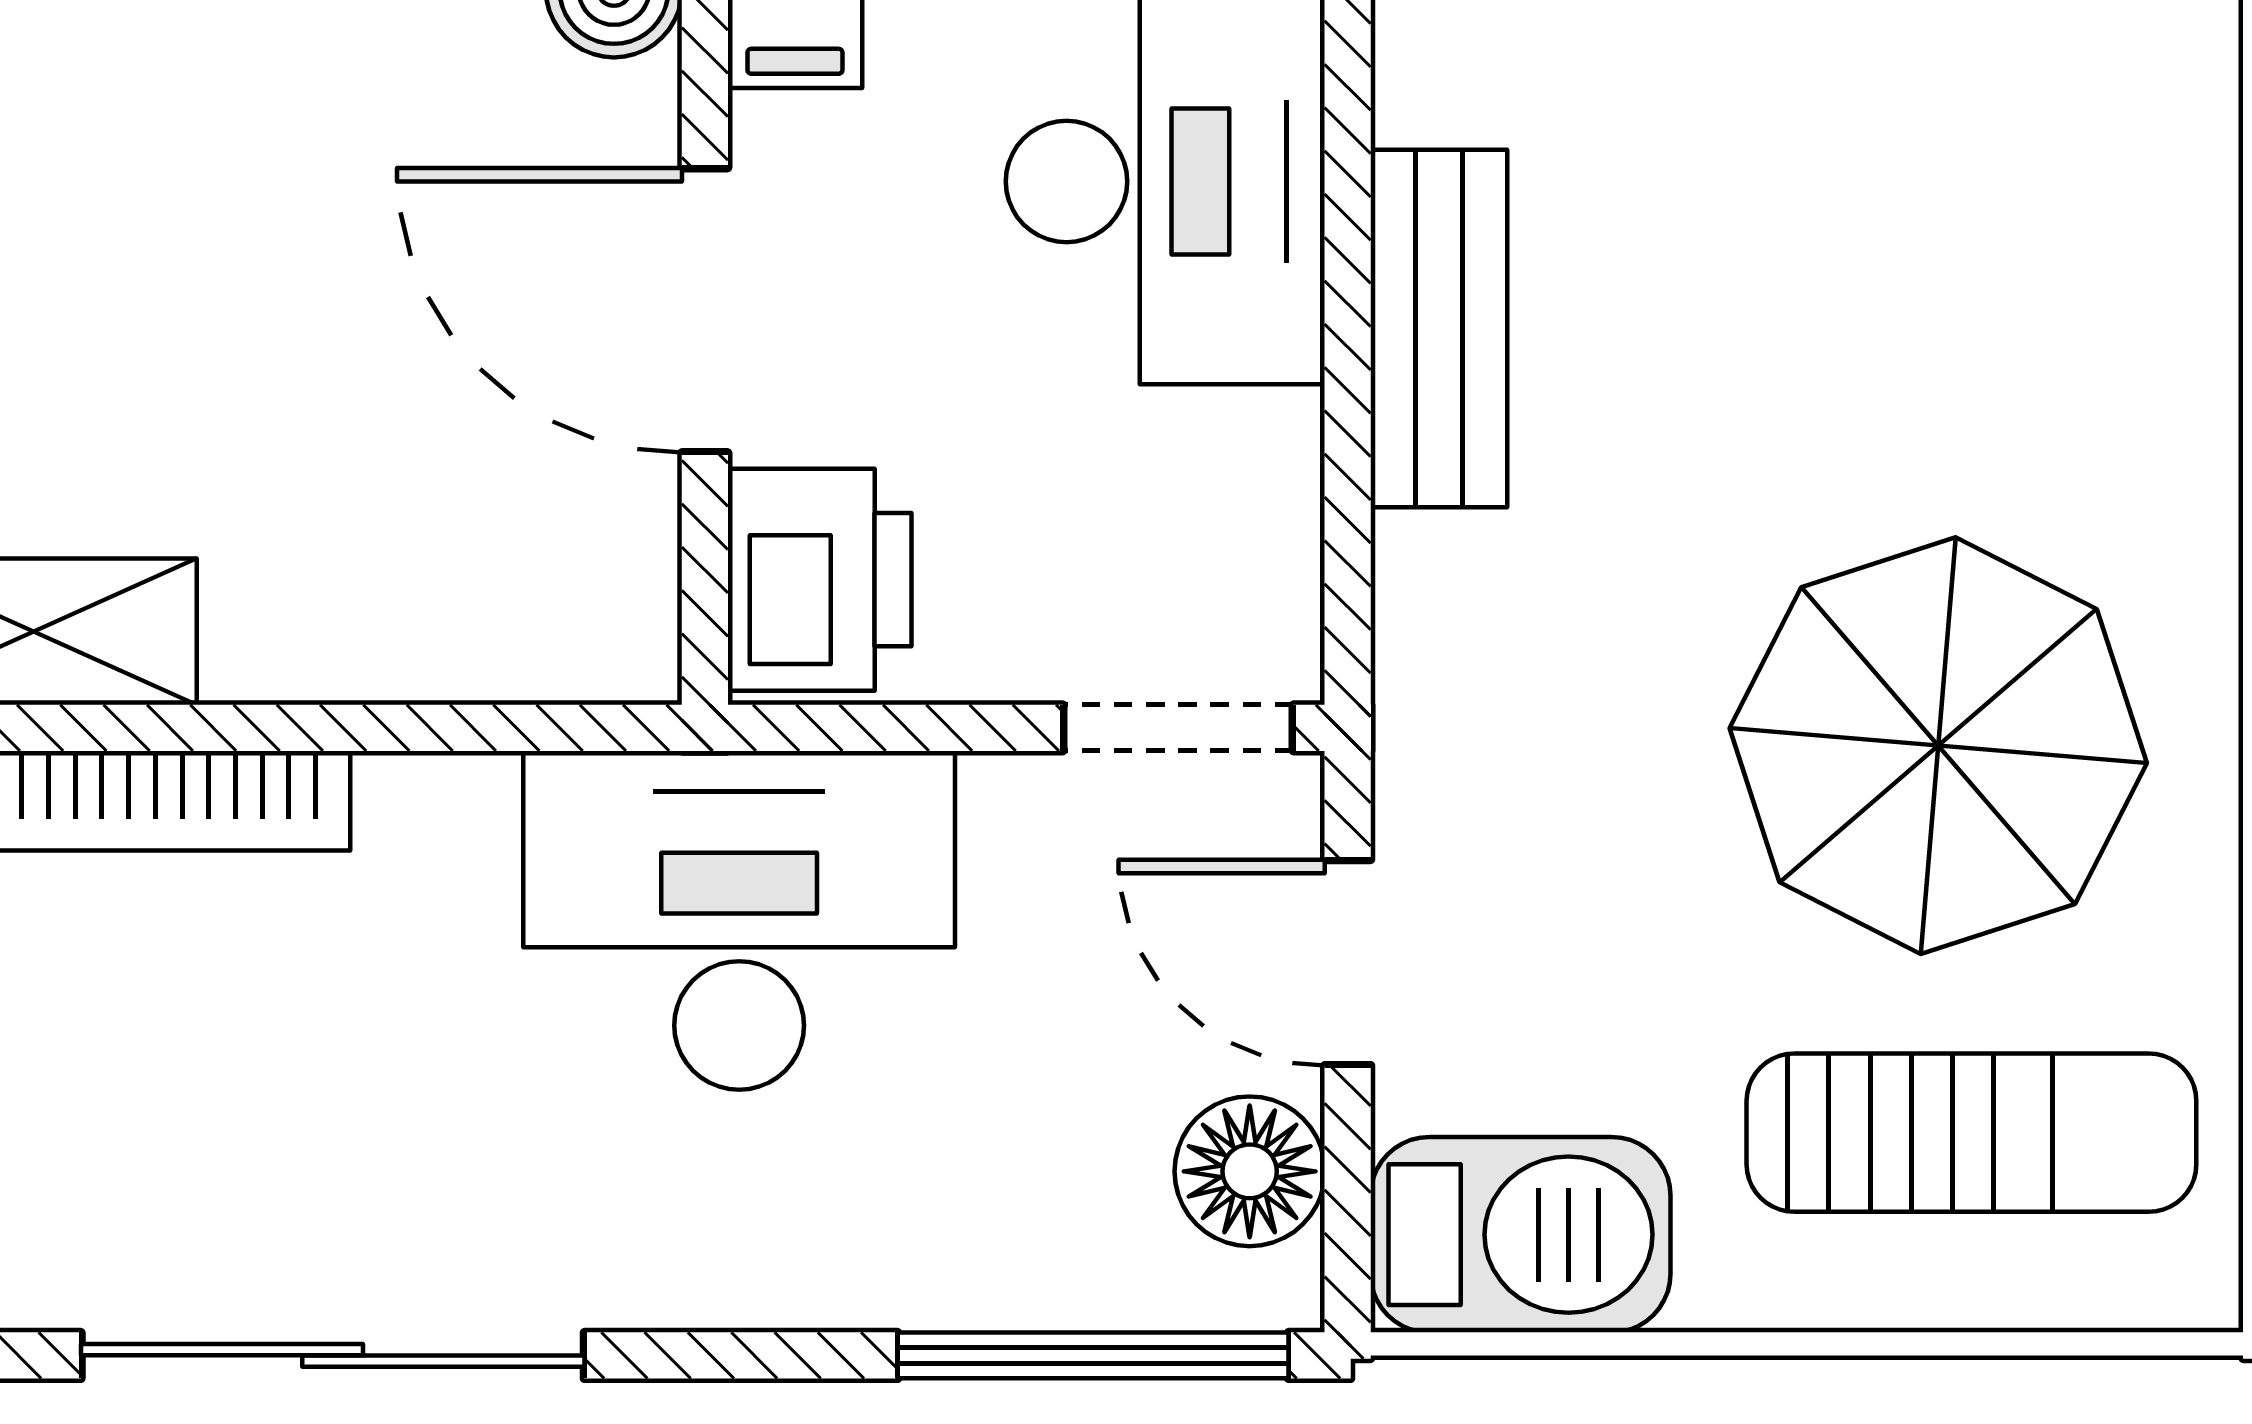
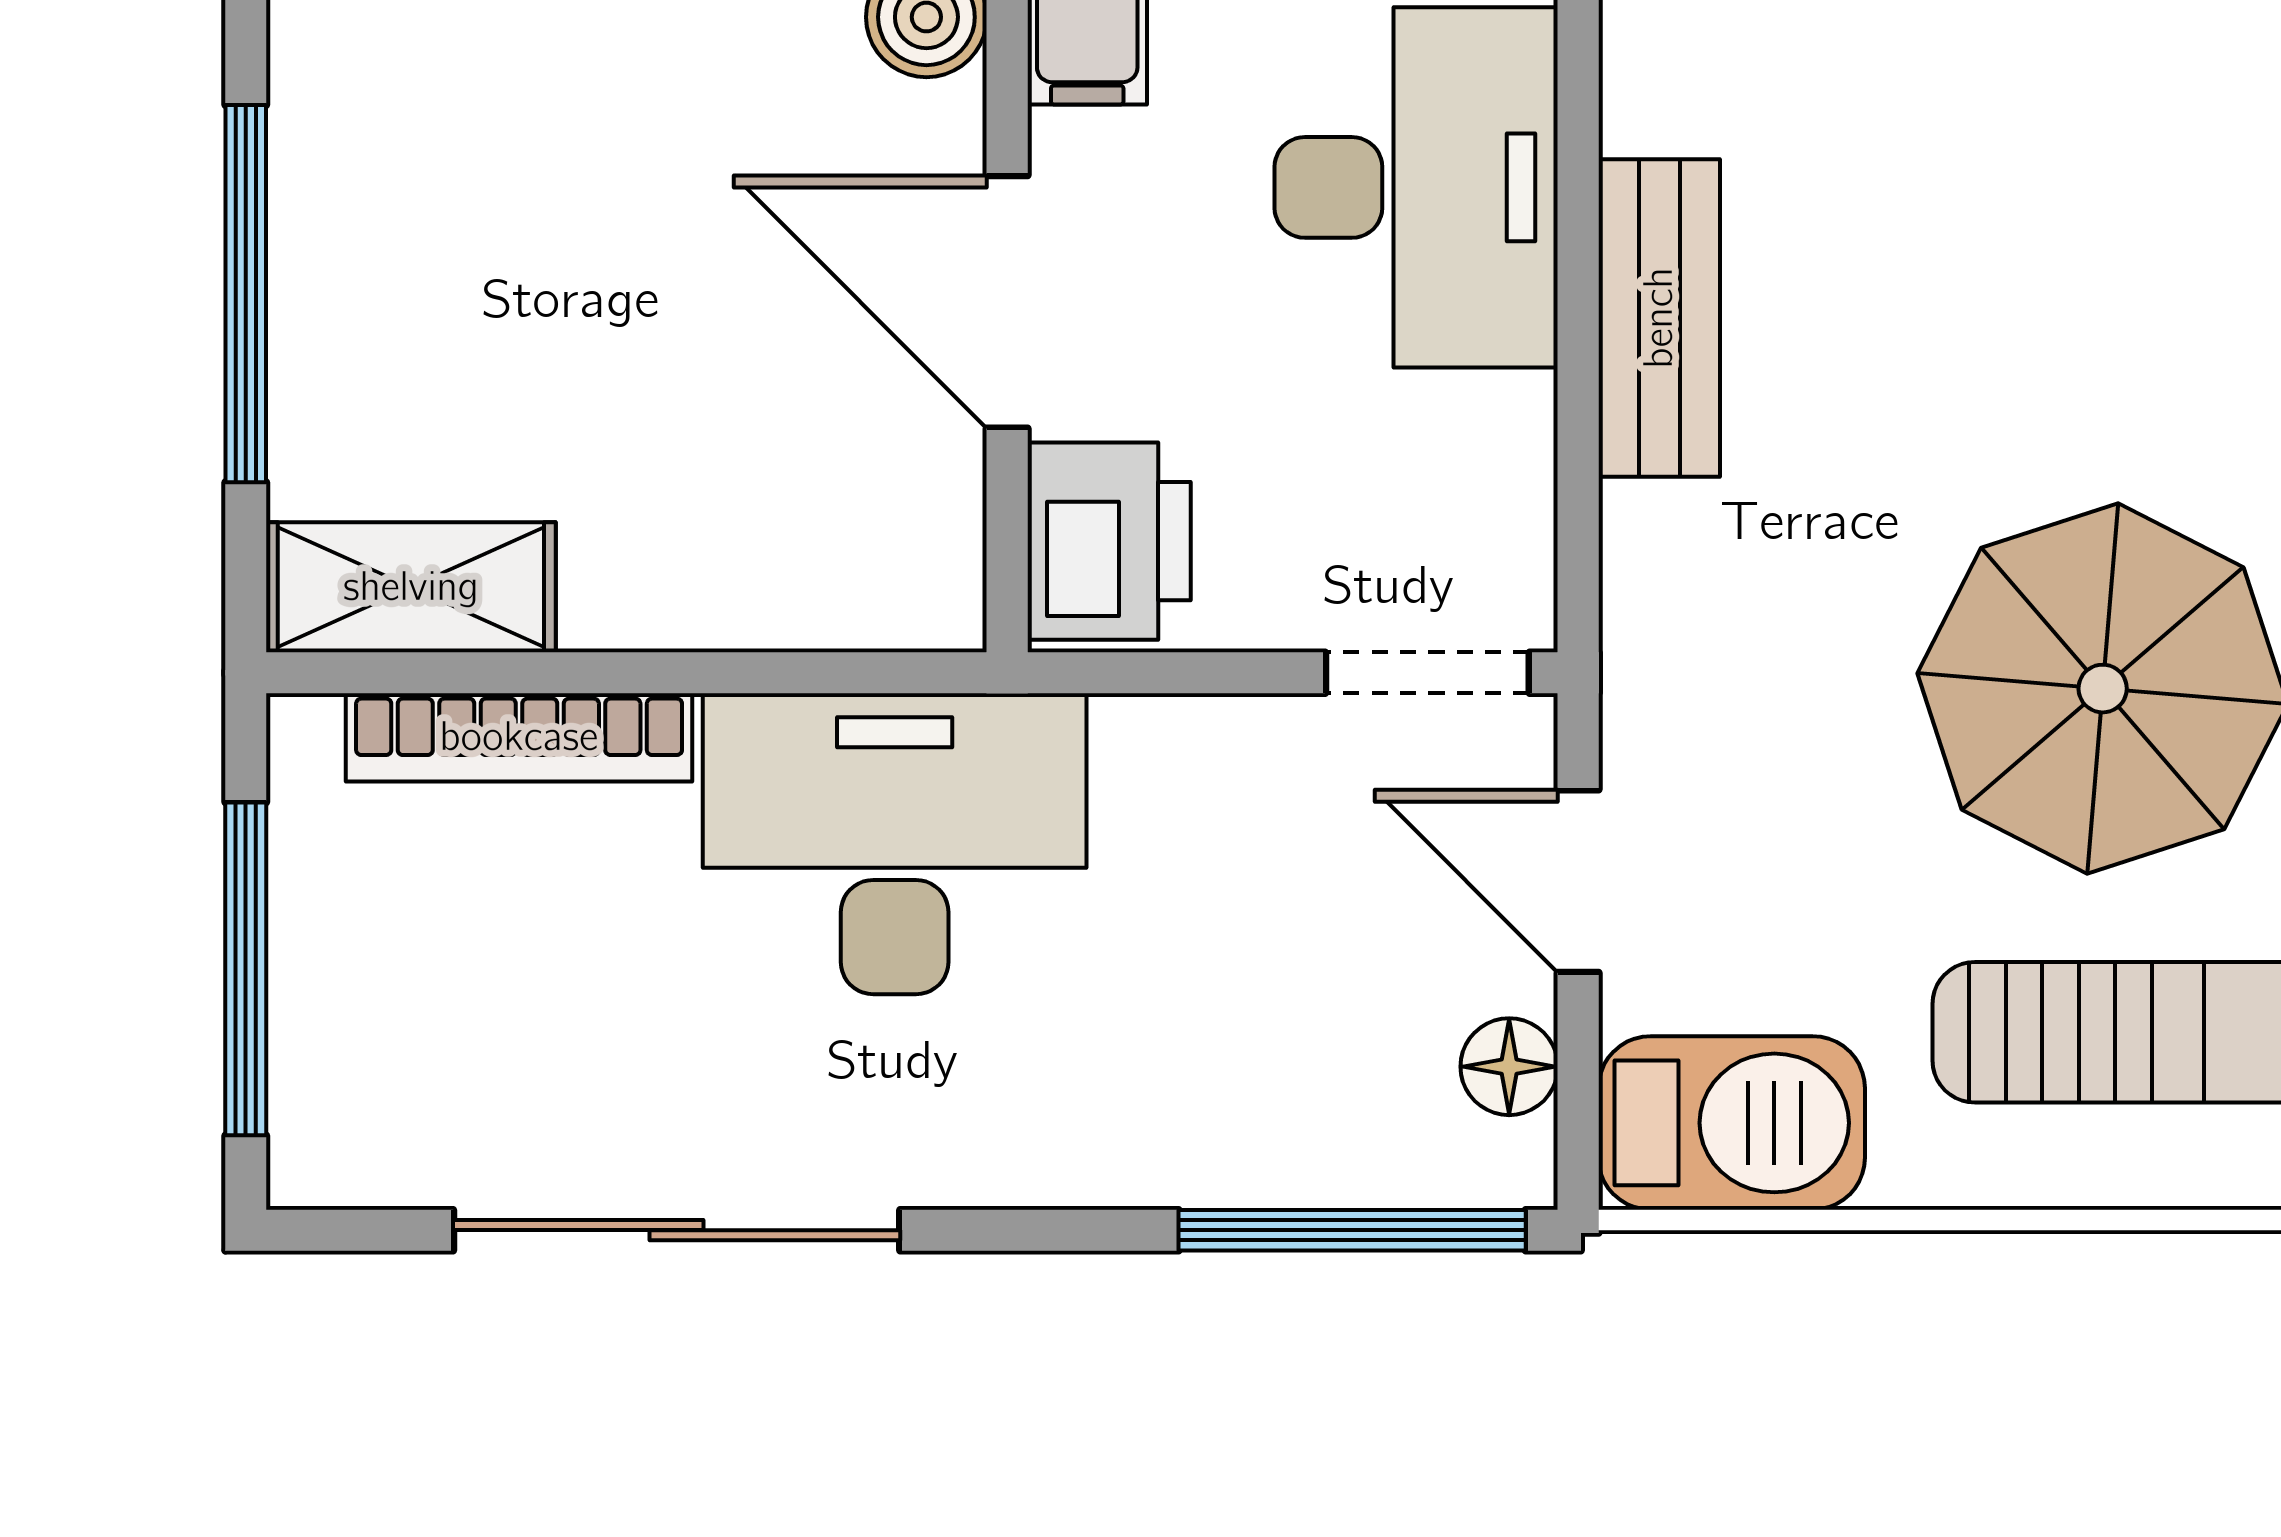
desk: (739, 920) -> (895, 844), moved
floor lamp: (1250, 1171) -> (1509, 1067), width x0.73, depth x0.73

